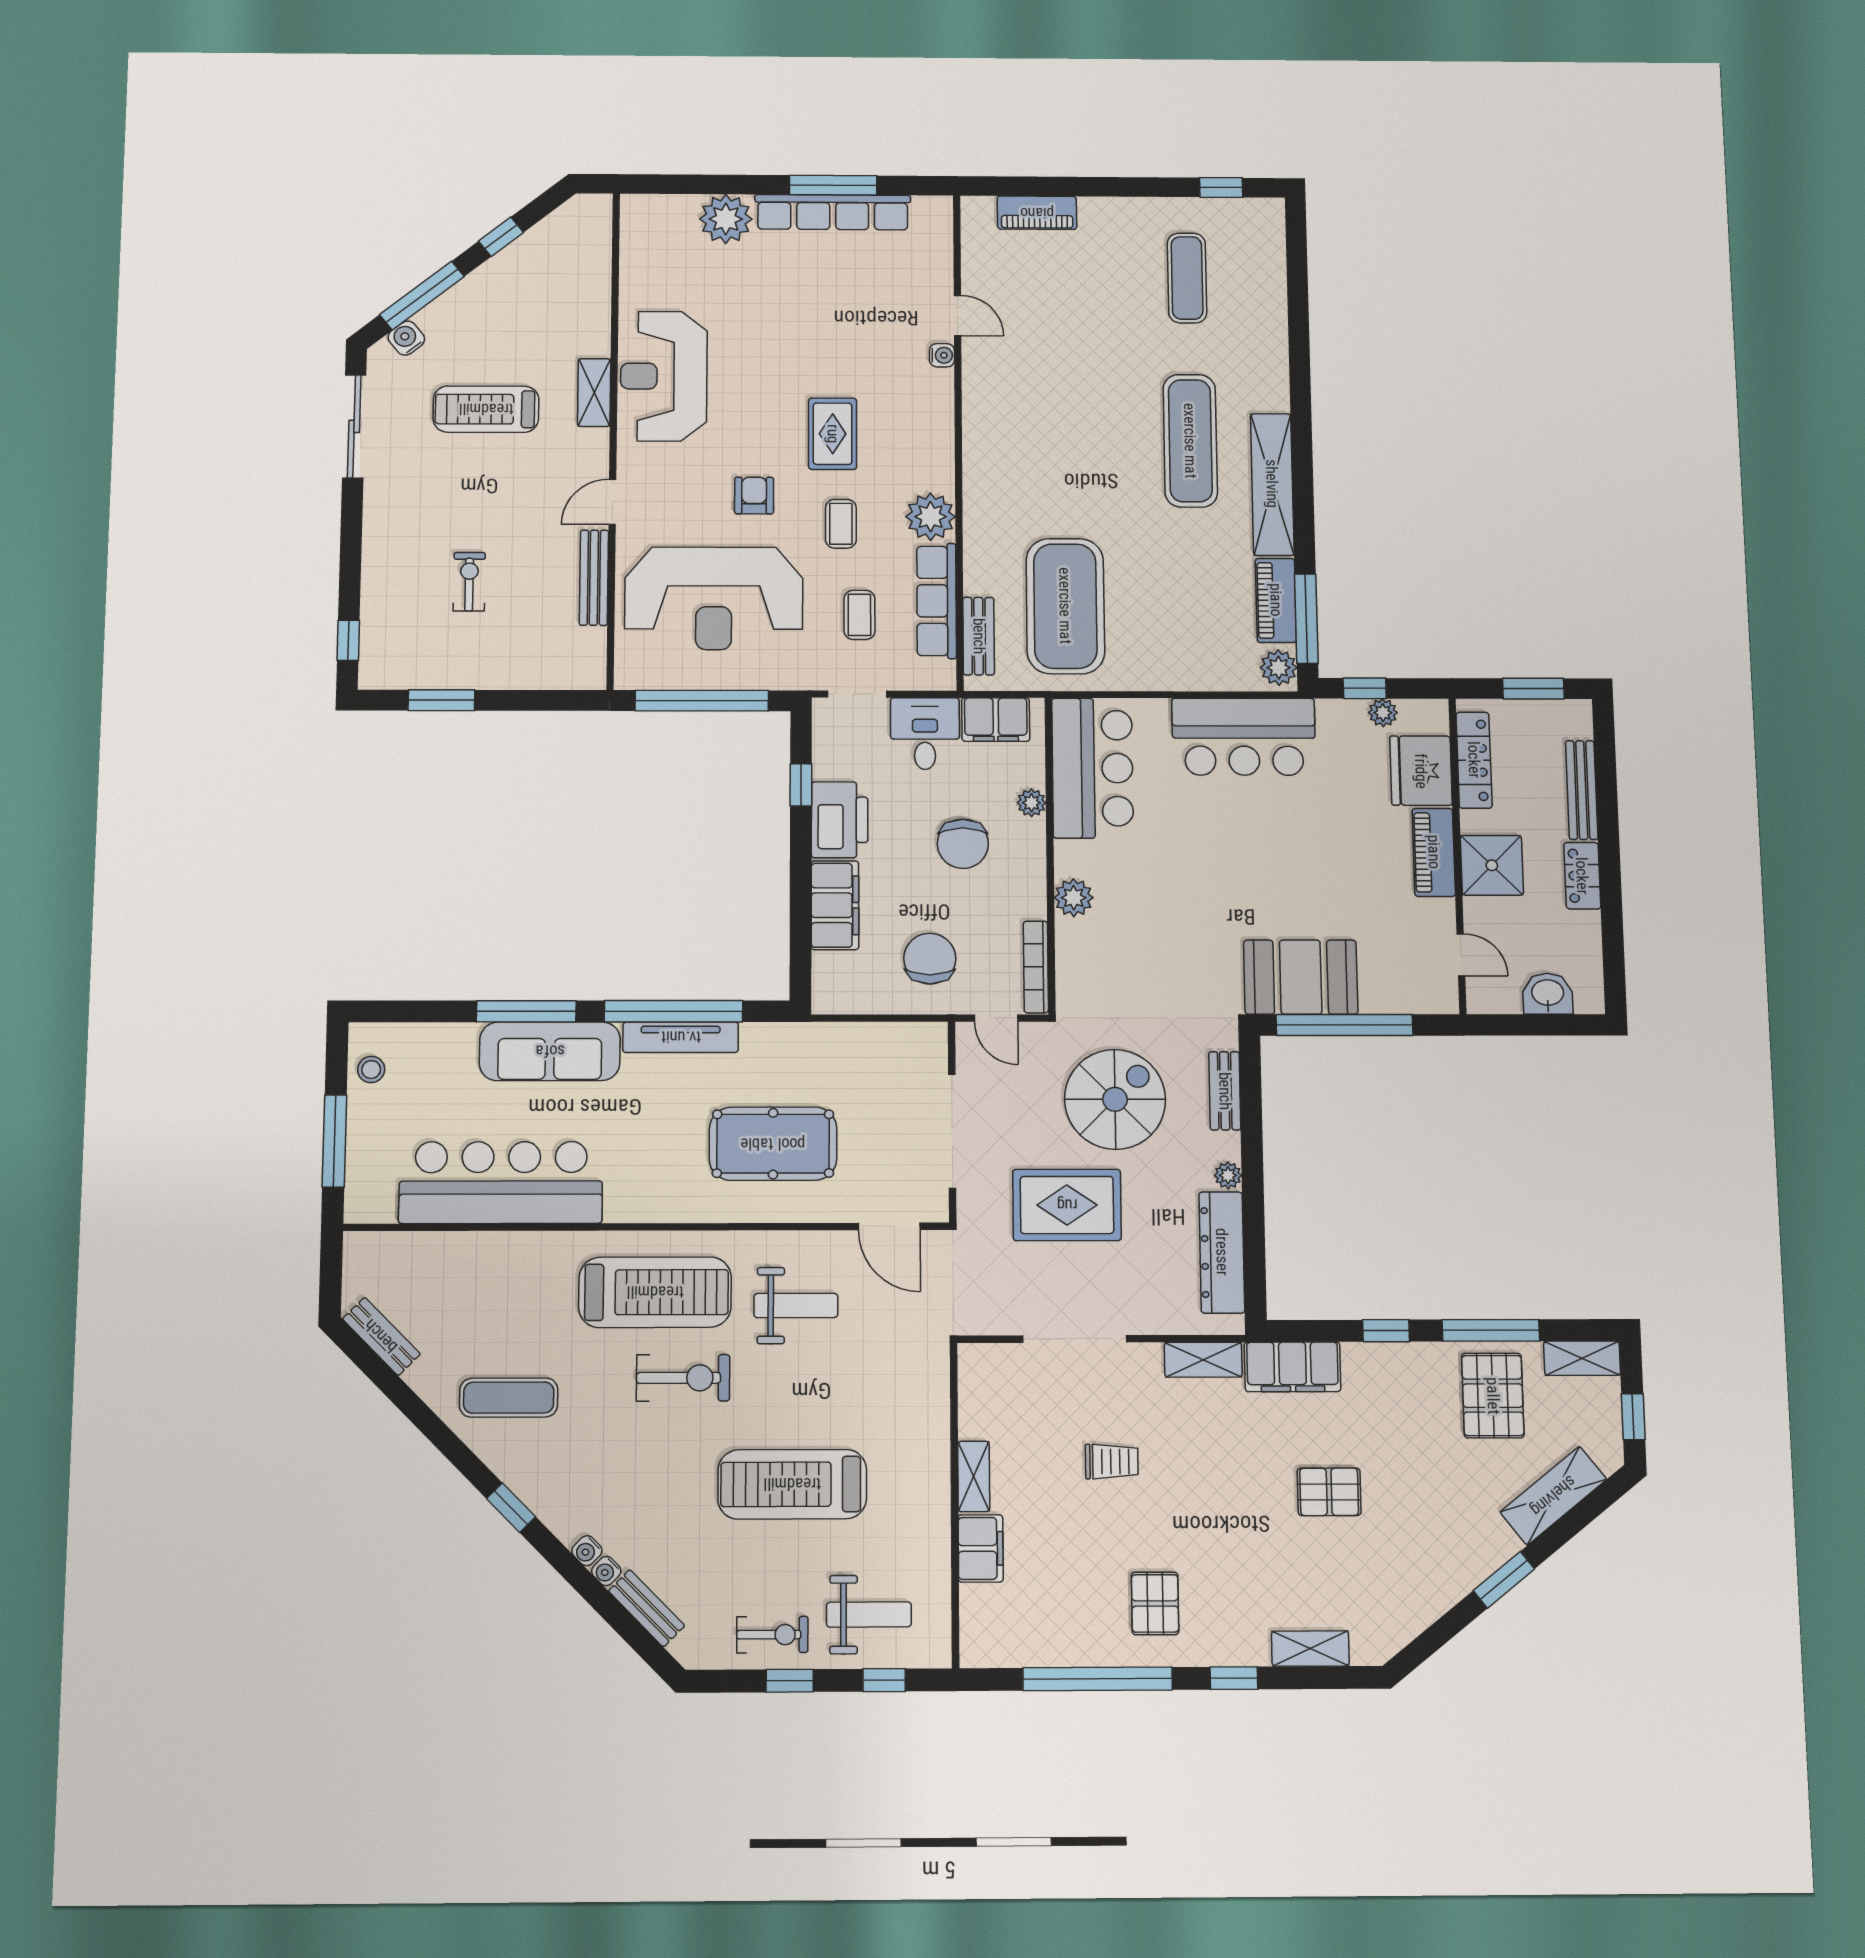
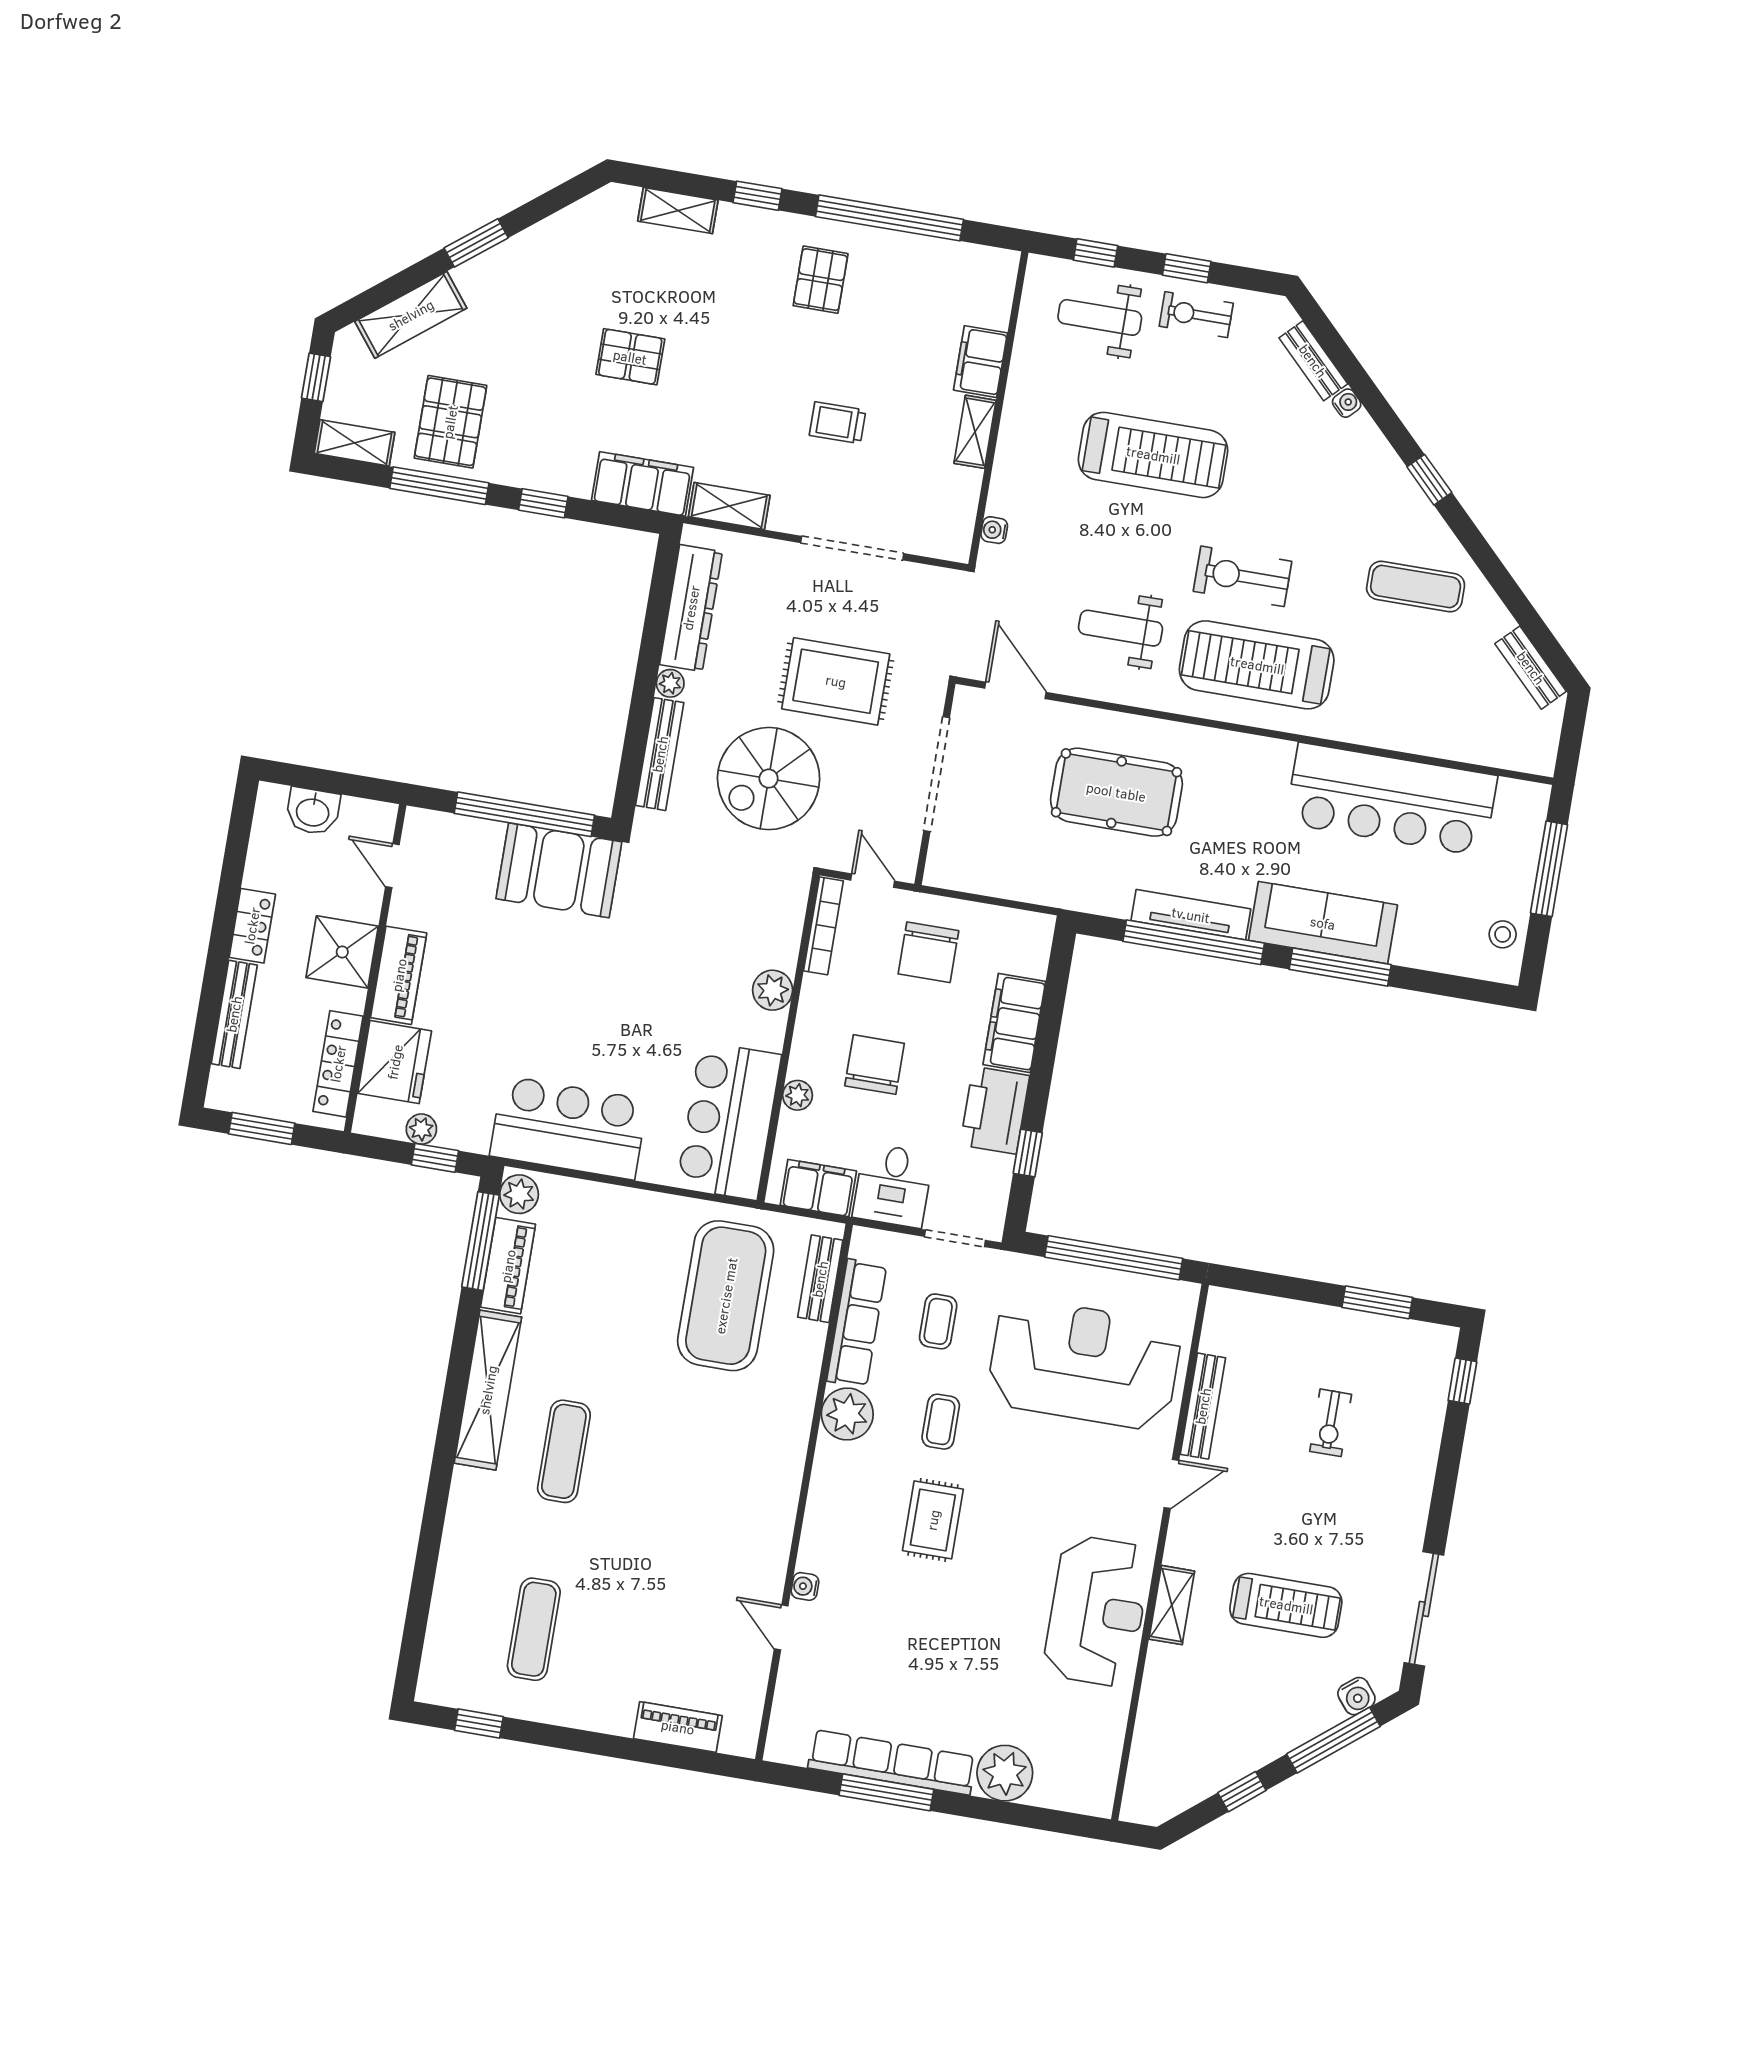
exercise mat: (1190, 441) -> (564, 1451), width x0.73, depth x0.69
armchair: (754, 496) -> (1025, 1467), removed
bench: (1225, 1091) -> (660, 754), width x1.36
water cooler: (587, 1551) -> (994, 530), moved, turned -135

